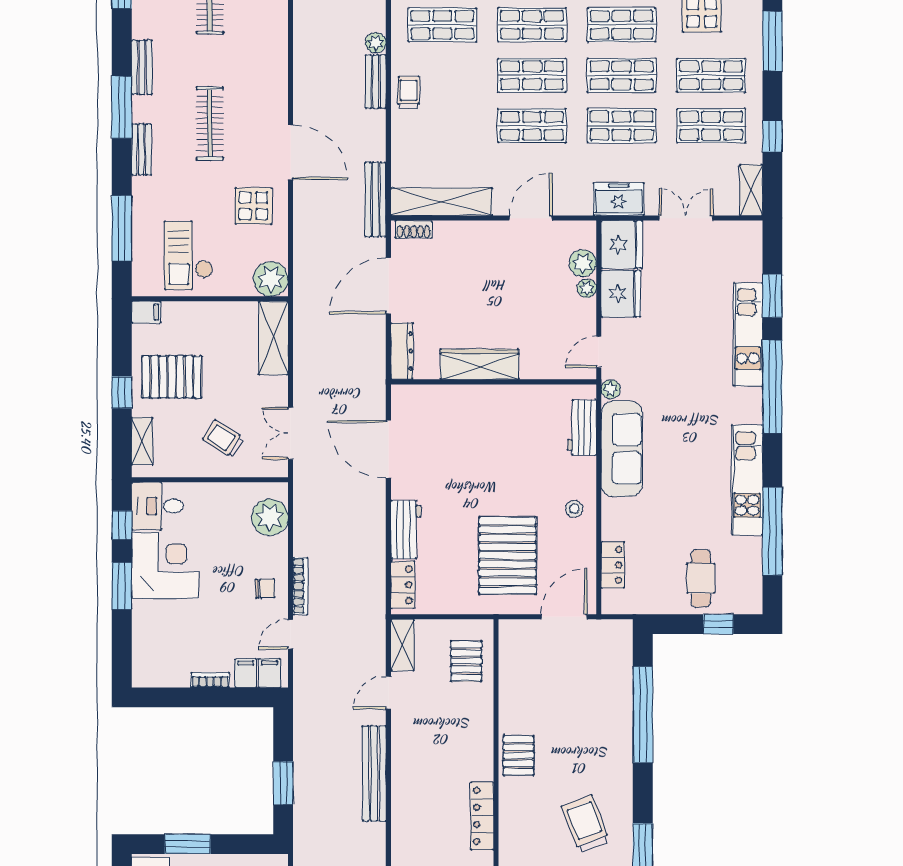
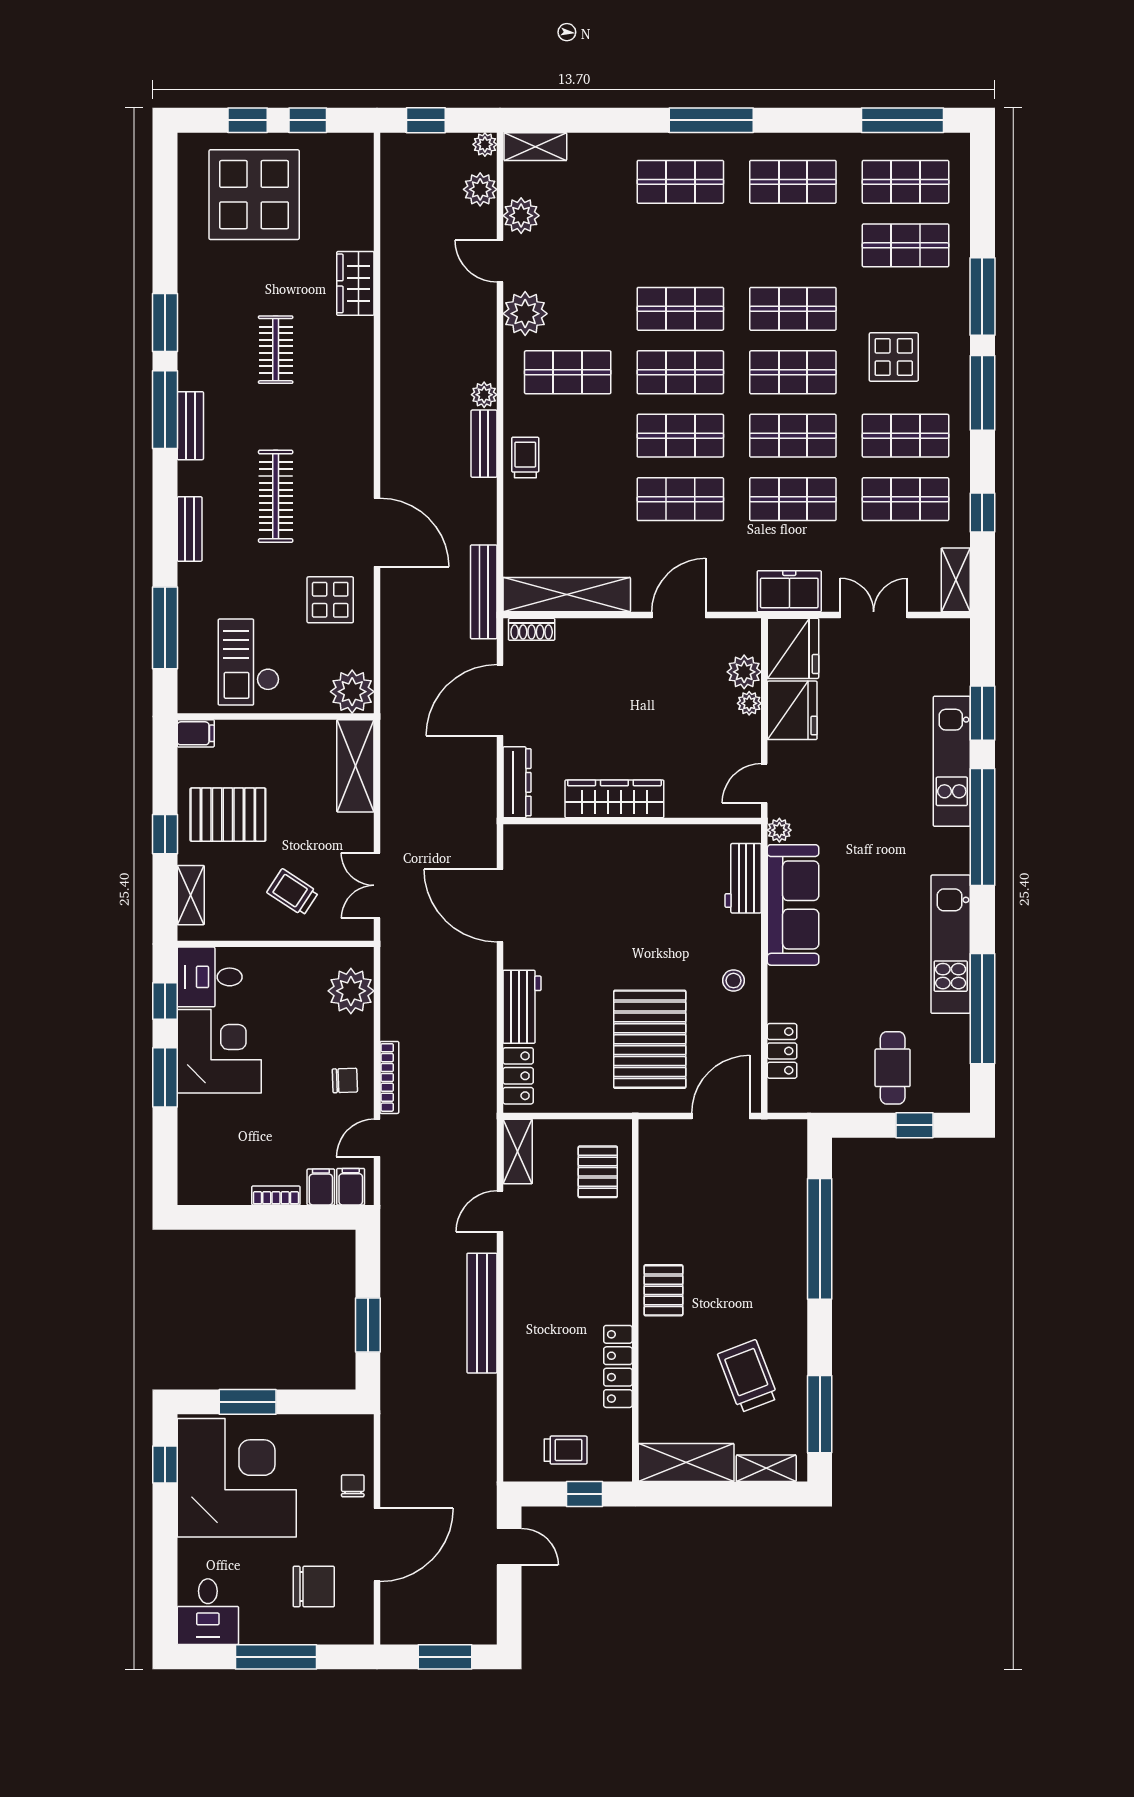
window: (122, 107) -> (165, 410), moved

